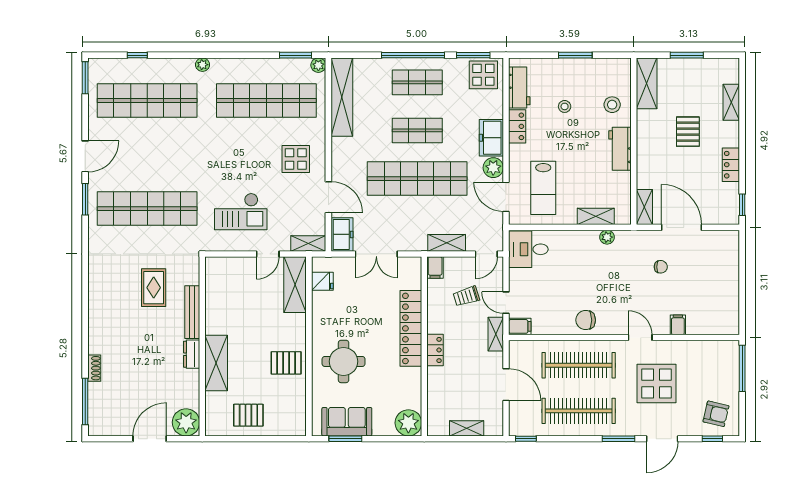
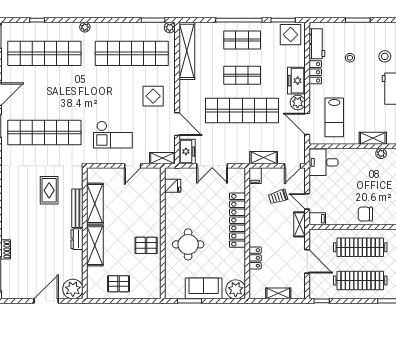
shelving: (295, 285) -> (95, 204), moved
locker: (435, 350) -> (255, 258), moved
sofa: (347, 422) -> (204, 288), moved

